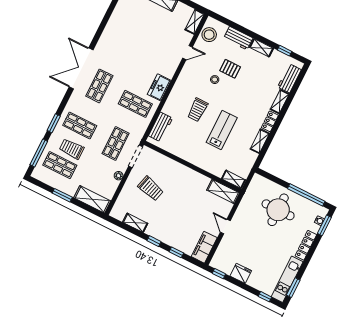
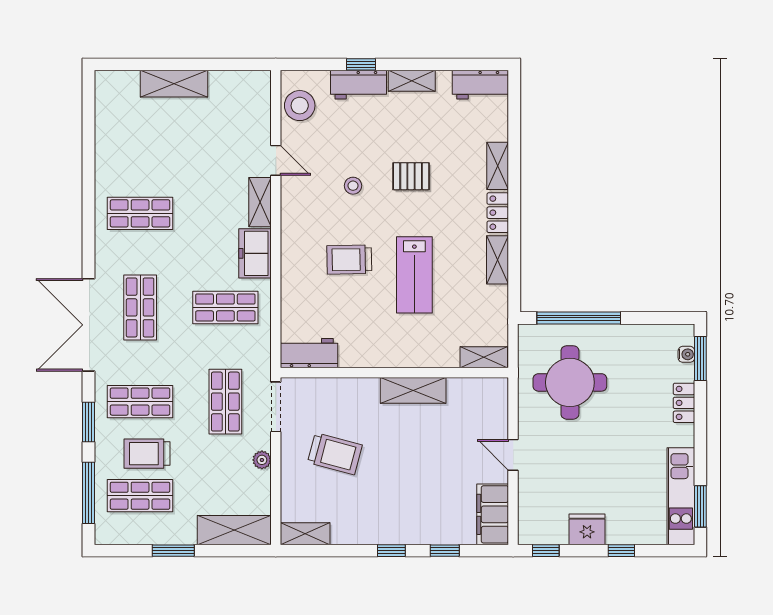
shelving: (195, 22) -> (260, 202), moved
shop shelf: (119, 46) -> (140, 213), added
window: (285, 51) -> (361, 64), moved
door: (188, 53) -> (276, 160), hinge flipped
double door: (81, 68) -> (88, 325), moved
pallet: (230, 69) -> (411, 176), moved
workbench: (289, 78) -> (480, 85), moved, turned -90
trolley: (198, 110) -> (349, 260), turned 89
workbench: (161, 127) -> (309, 353), moved, turned -90
lab bench: (222, 130) -> (414, 275), turned 180
shelving: (223, 191) -> (413, 390), moved
window: (306, 195) -> (579, 318), moved
round table: (278, 210) -> (570, 382), moved
shelving: (135, 223) -> (305, 534), moved
locker: (306, 245) -> (684, 403), width x0.66
window: (265, 297) -> (621, 551), moved

